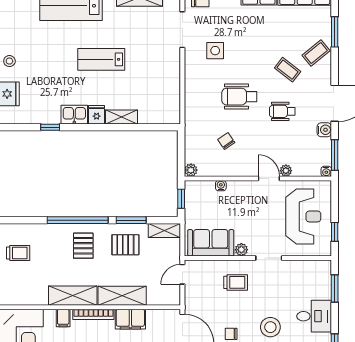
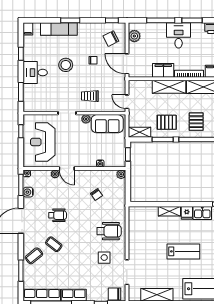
wheelchair: (239, 97) -> (109, 231), moved
water cooler: (324, 130) -> (28, 192), moved
door: (182, 274) -> (127, 102), swing flipped

